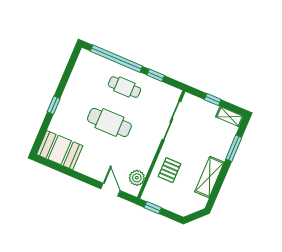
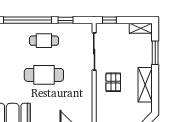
window: (213, 100) -> (109, 20), moved
pallet: (169, 170) -> (113, 82), moved
plant: (137, 178) -> (86, 111), removed

